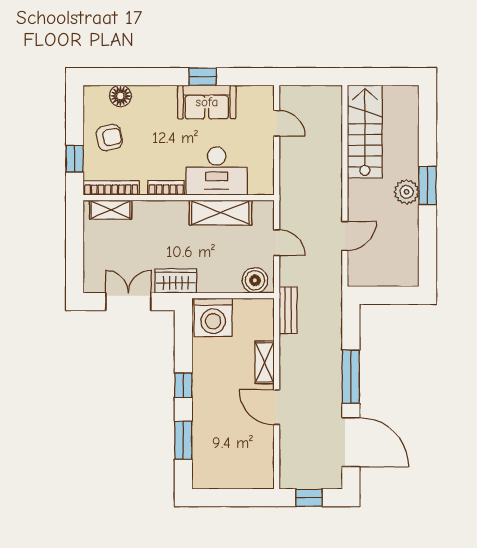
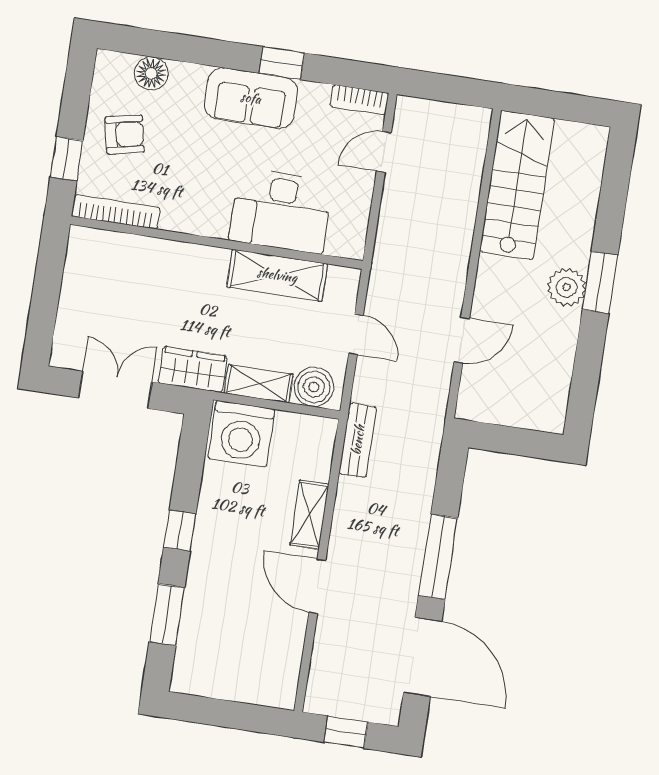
sofa: (207, 102) -> (251, 98), moved
door: (277, 123) -> (384, 152), swing flipped
bookcase: (166, 188) -> (359, 100), moved, turned 180
shelving: (111, 210) -> (259, 384), moved

